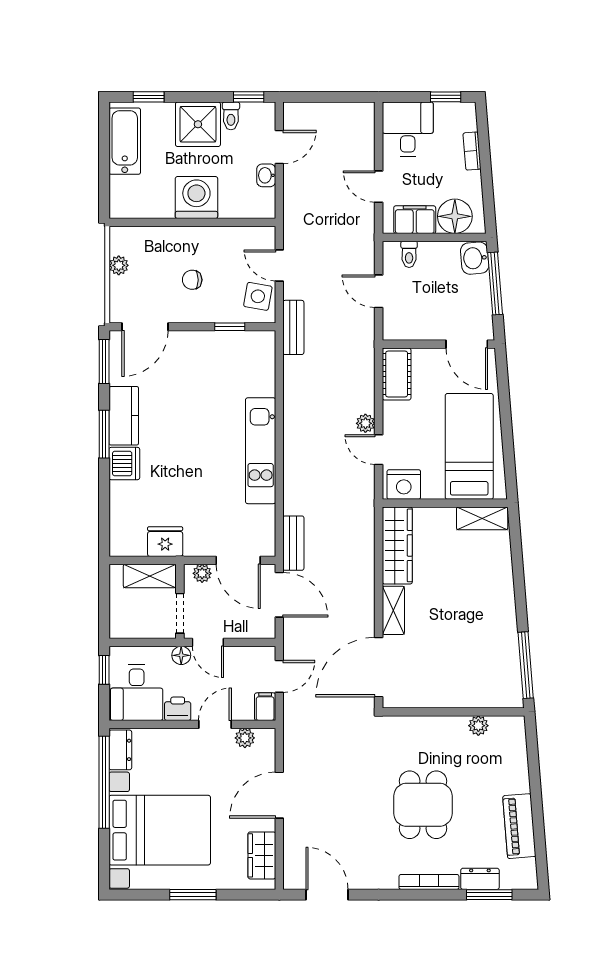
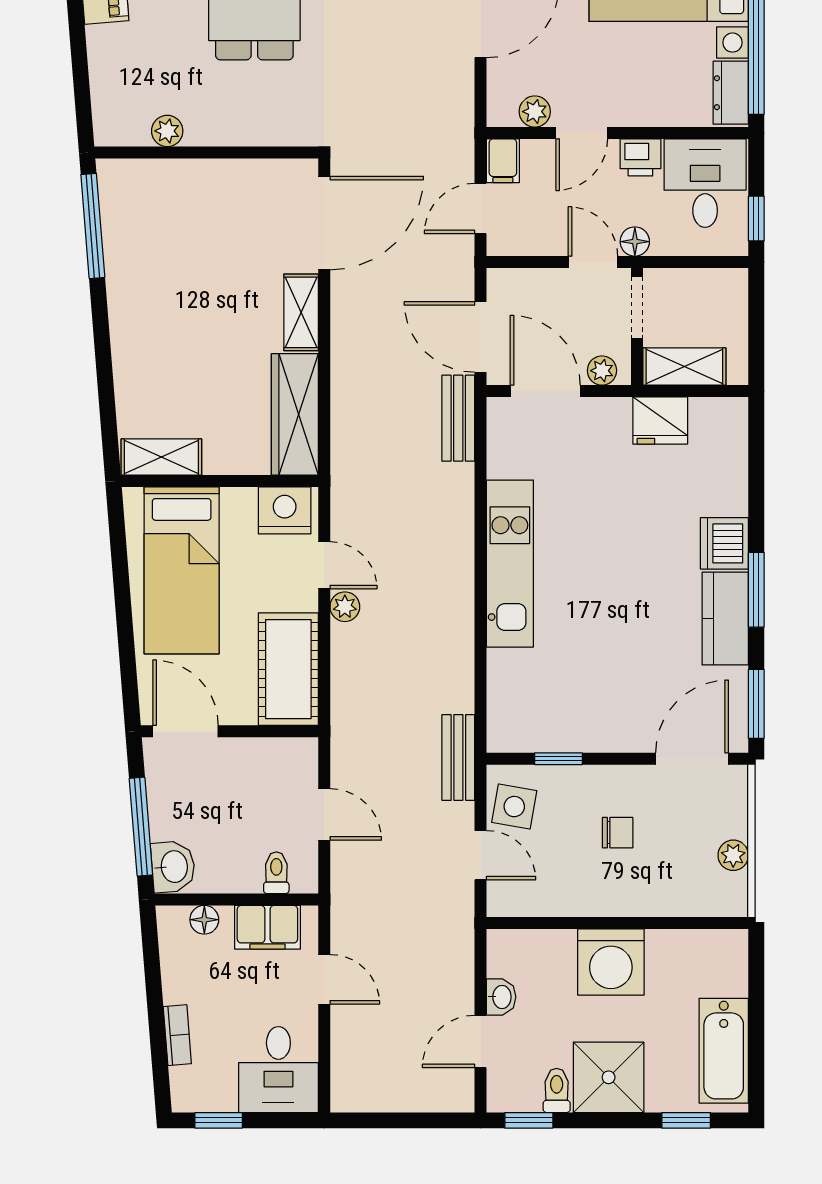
floor lamp: (455, 216) -> (204, 920), width x0.53, depth x0.53
cot: (397, 374) -> (288, 669), width x1.37, depth x1.34

